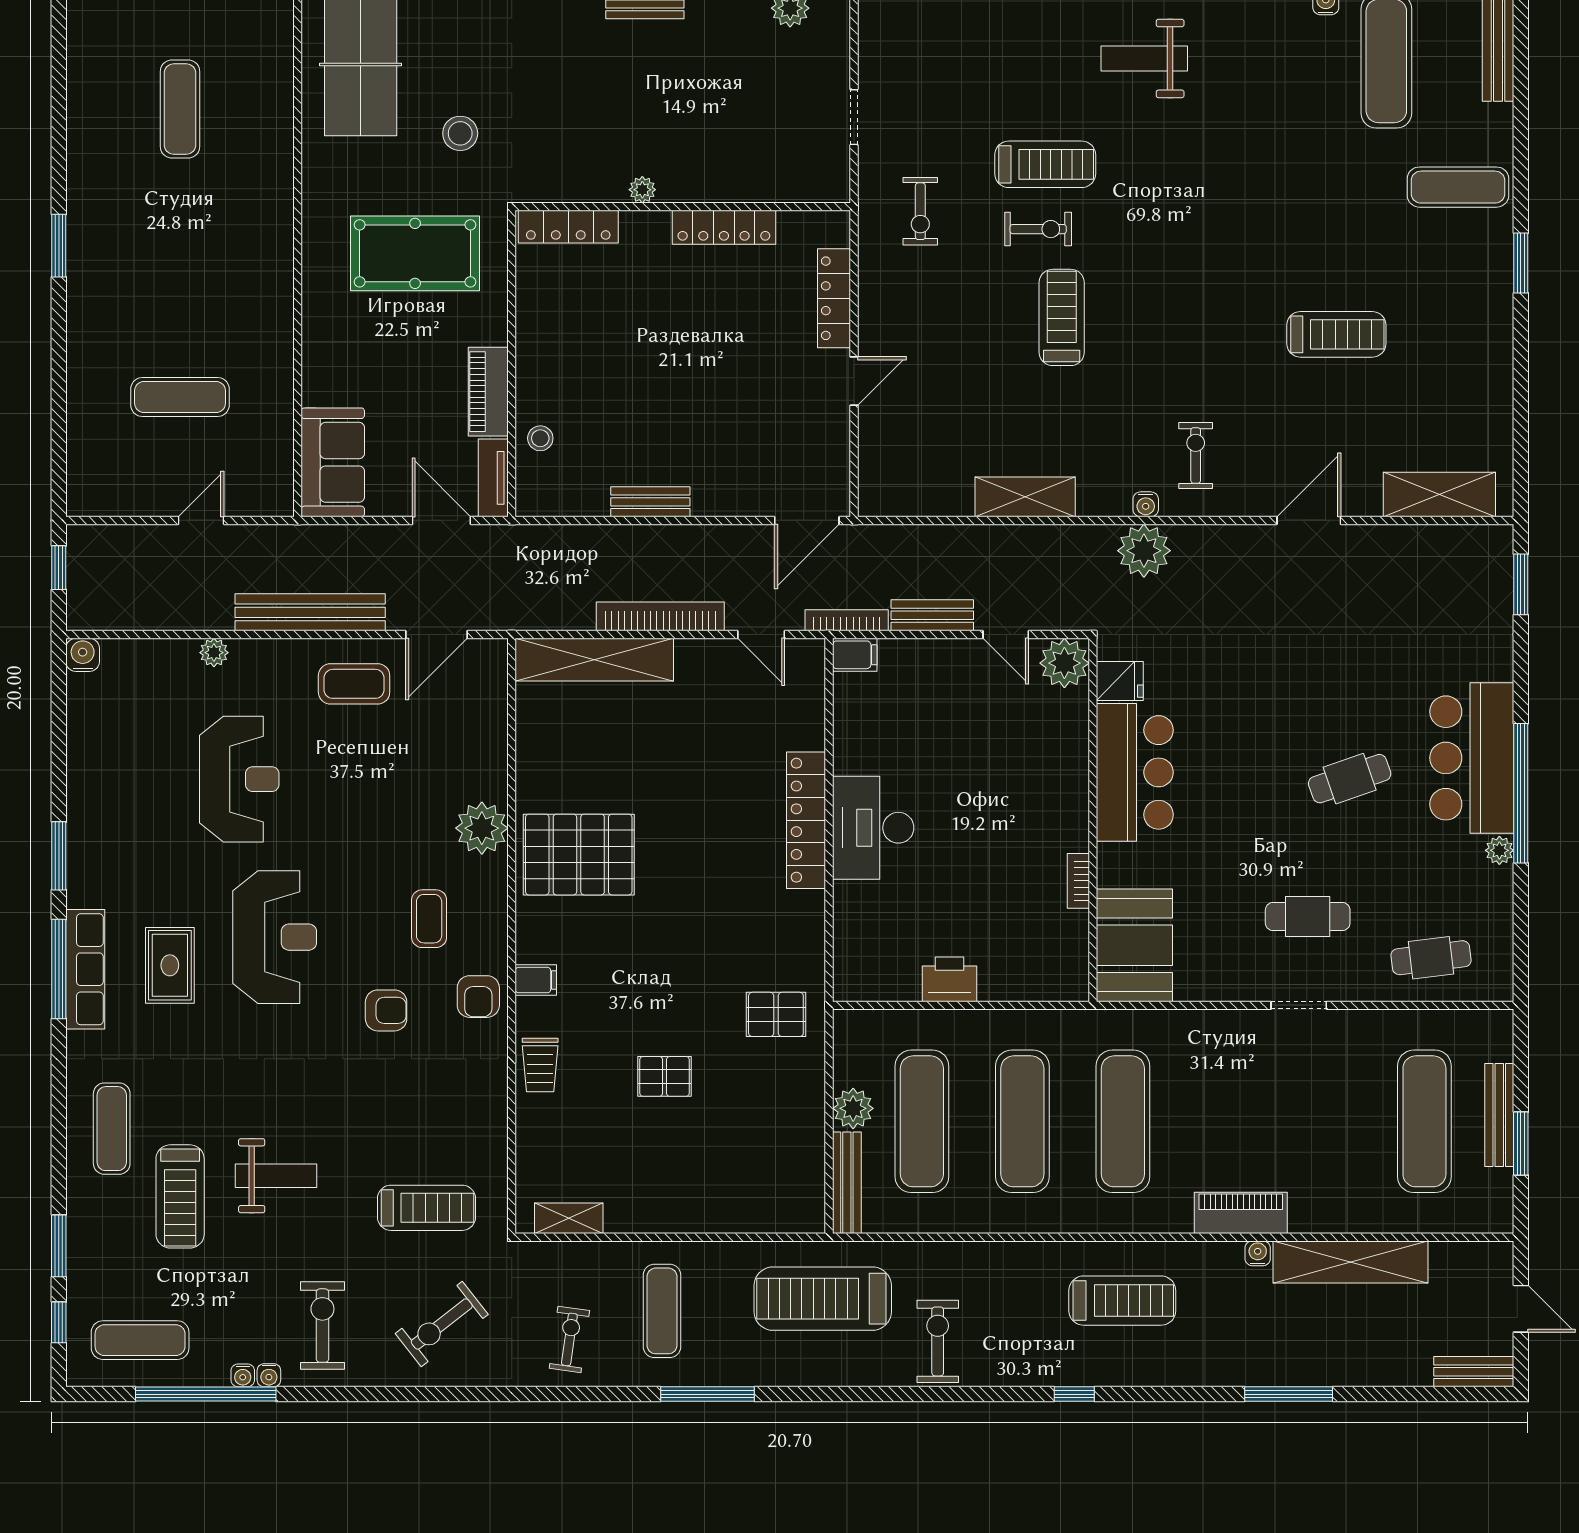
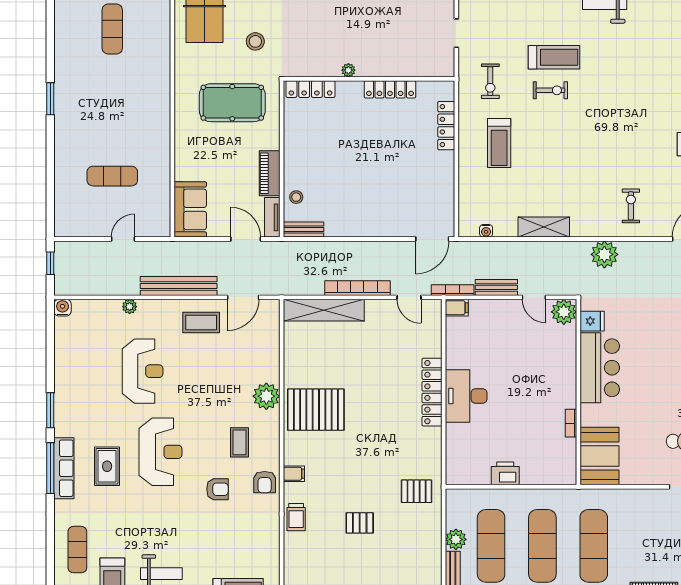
treadmill: (1062, 317) -> (499, 143), moved, turned 180
door: (854, 381) -> (456, 168), removed
bench: (650, 502) -> (304, 230), moved
water cooler: (1146, 504) -> (486, 231), moved

